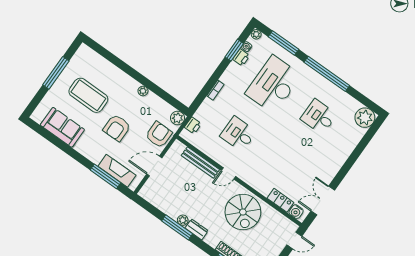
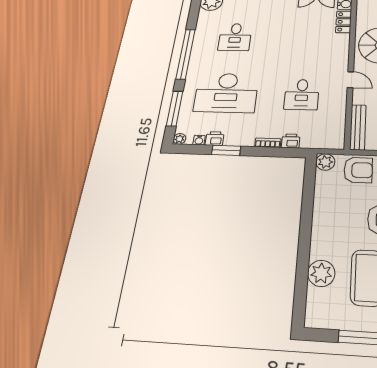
window: (234, 50) -> (226, 150), moved
plant: (143, 91) -> (321, 273), moved, width x1.88, depth x1.88
printer: (193, 125) -> (291, 141), moved
armchair: (159, 135) -> (358, 170), turned 180
bench: (200, 162) -> (358, 127), moved

